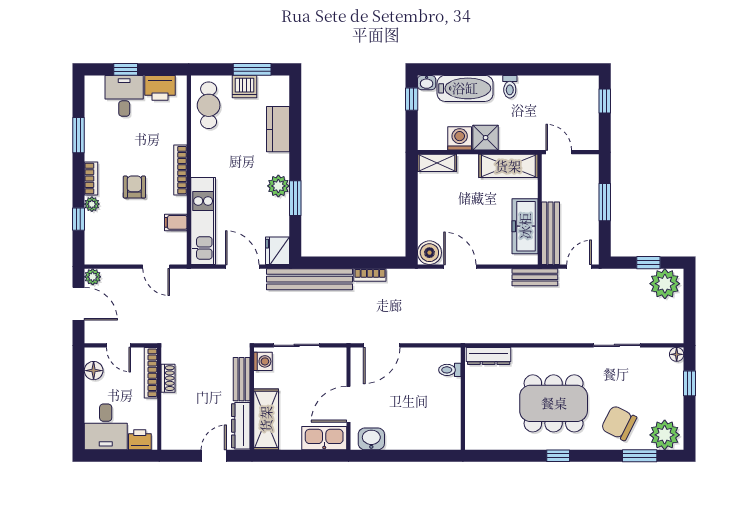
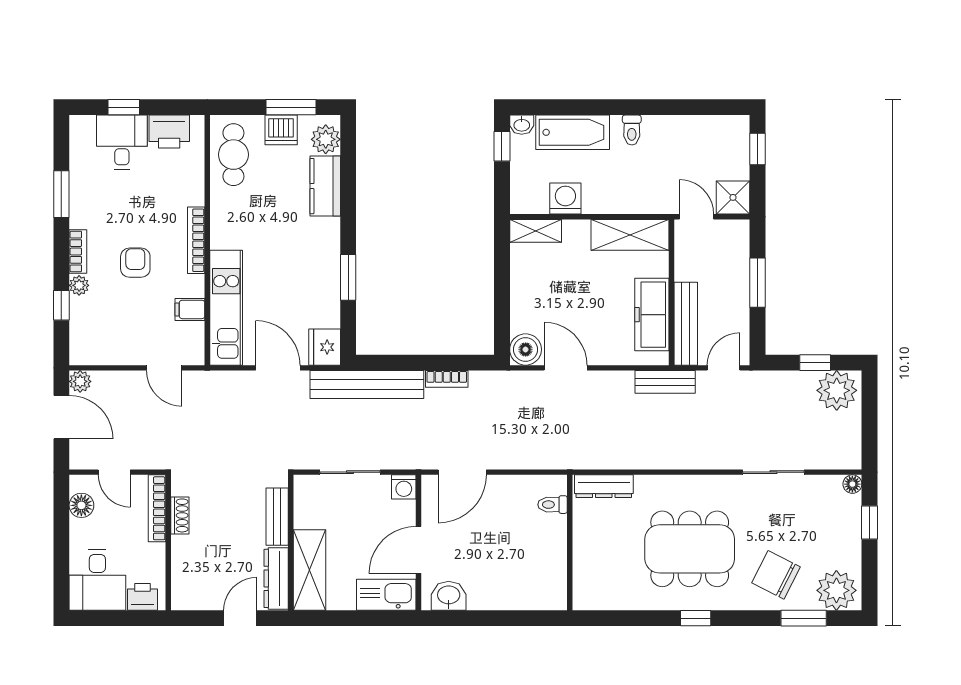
shower: (486, 138) -> (733, 197), moved
plant: (278, 186) -> (326, 139), moved
washing machine: (263, 361) -> (404, 487), moved, turned 90

